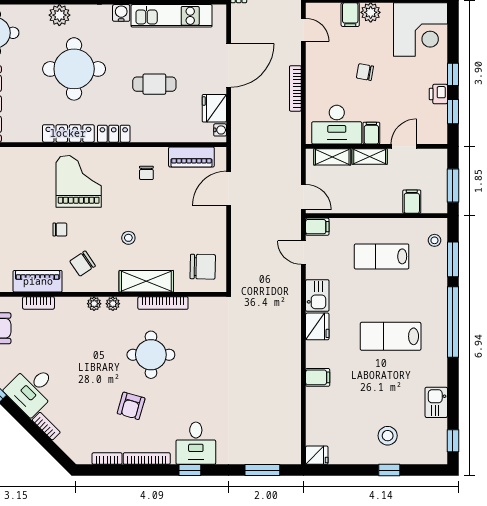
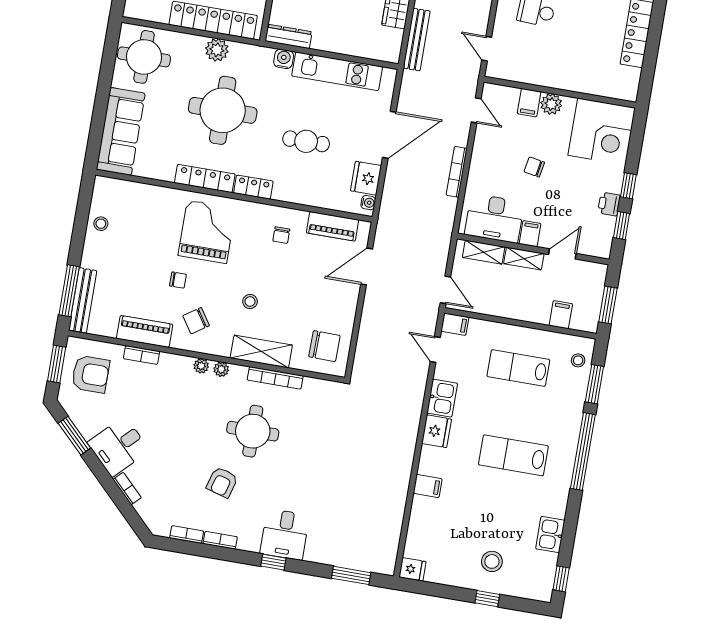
bookcase: (147, 459) -> (220, 540), width x0.64

